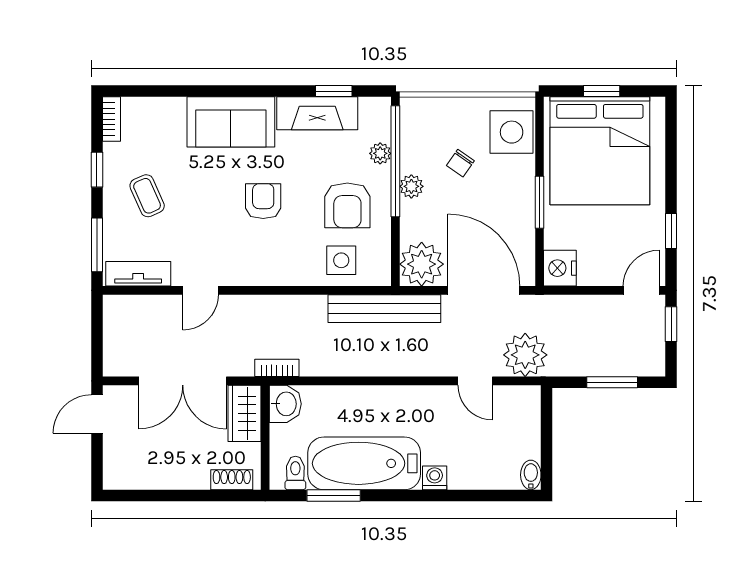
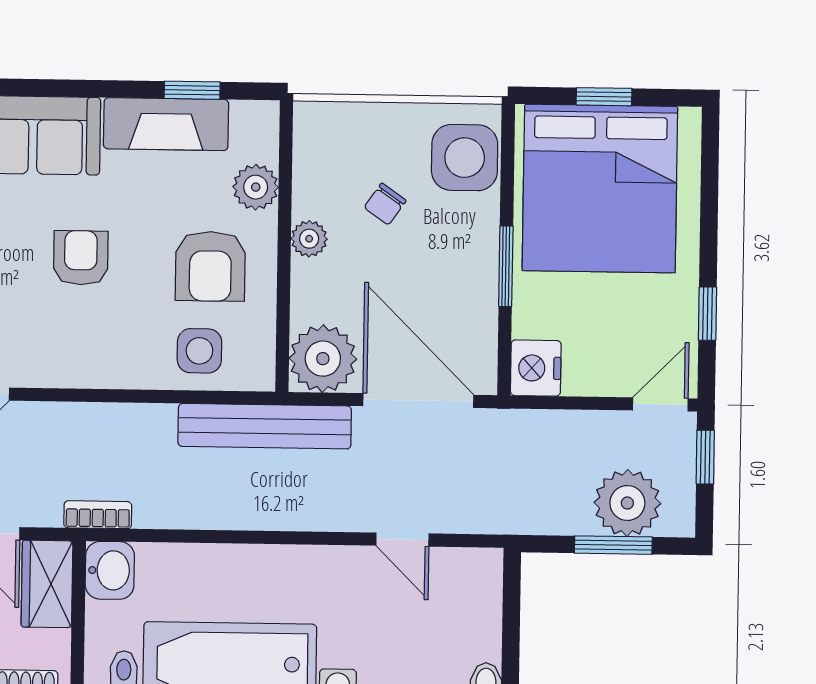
plant: (380, 153) -> (256, 187), width x1.38, depth x1.38
window: (395, 161) -> (285, 200), removed
plant: (525, 355) -> (627, 503), moved

